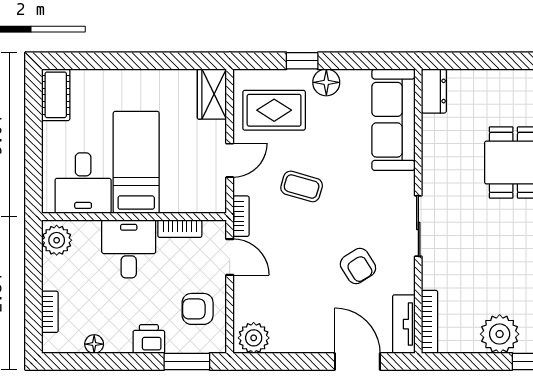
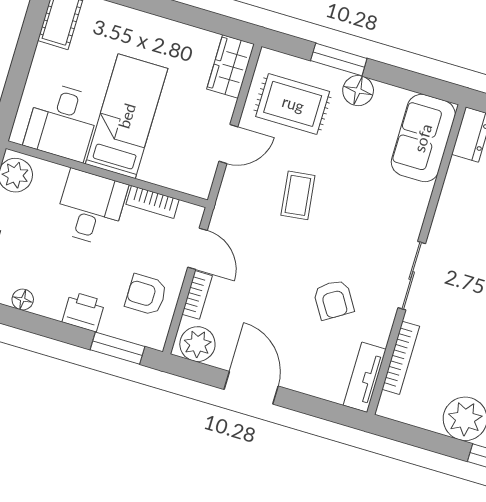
window: (302, 61) -> (339, 59), width x1.50
sofa: (393, 120) -> (423, 138), width x0.73
coffee table: (302, 186) -> (298, 195), turned 67
bookcase: (241, 216) -> (197, 295), moved
bookcase: (430, 322) -> (401, 358), moved
door: (357, 361) -> (251, 388), moved

